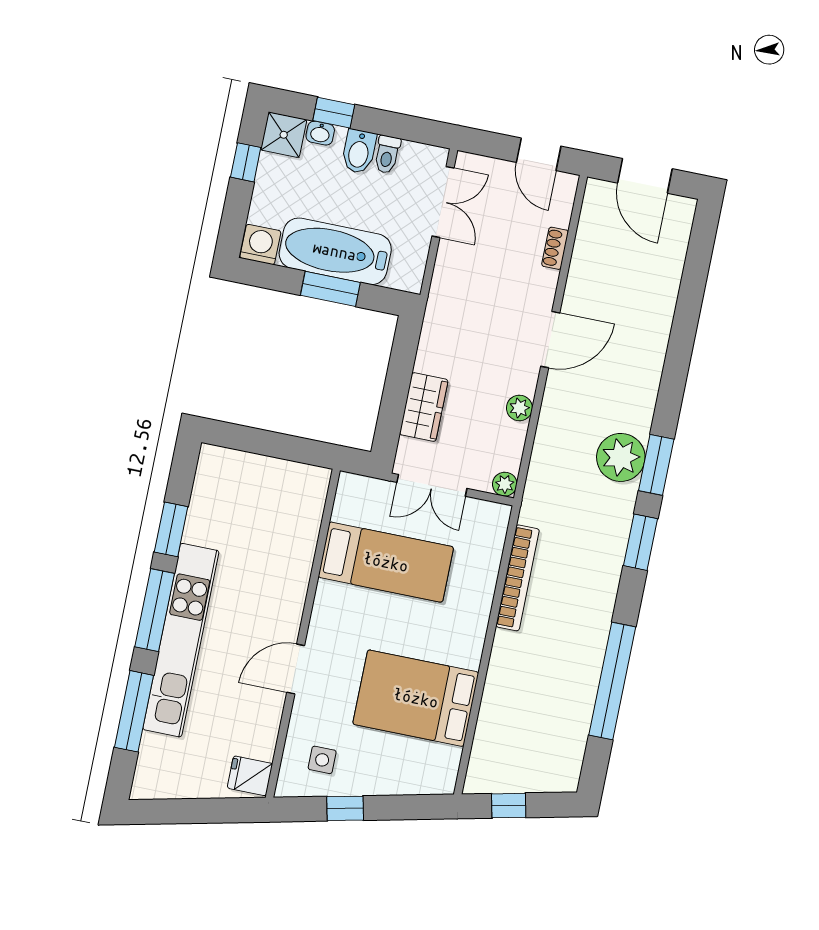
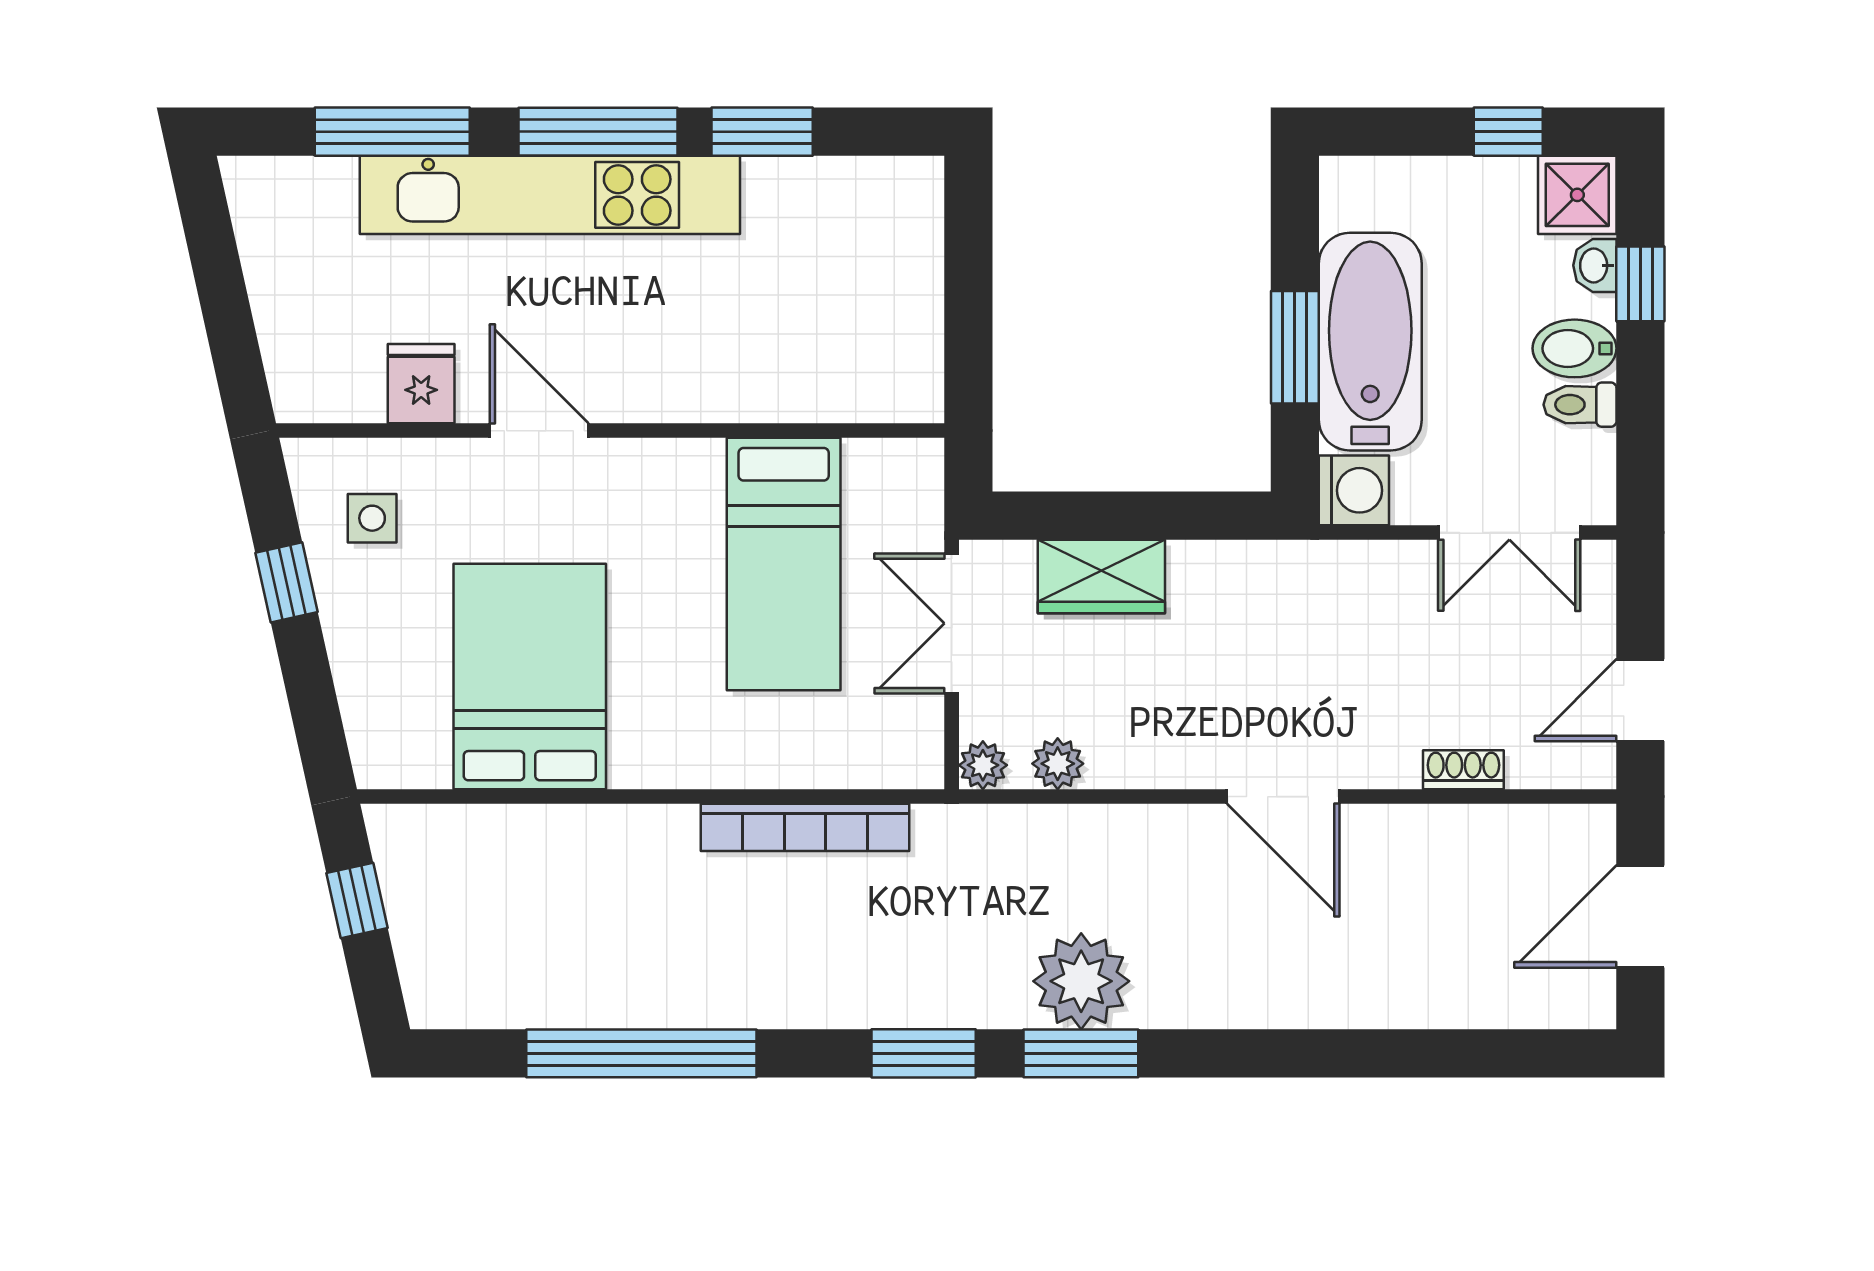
washing machine: (260, 244) -> (1354, 490), moved
plant: (519, 408) -> (1058, 764), moved
fridge: (250, 776) -> (421, 384), moved

